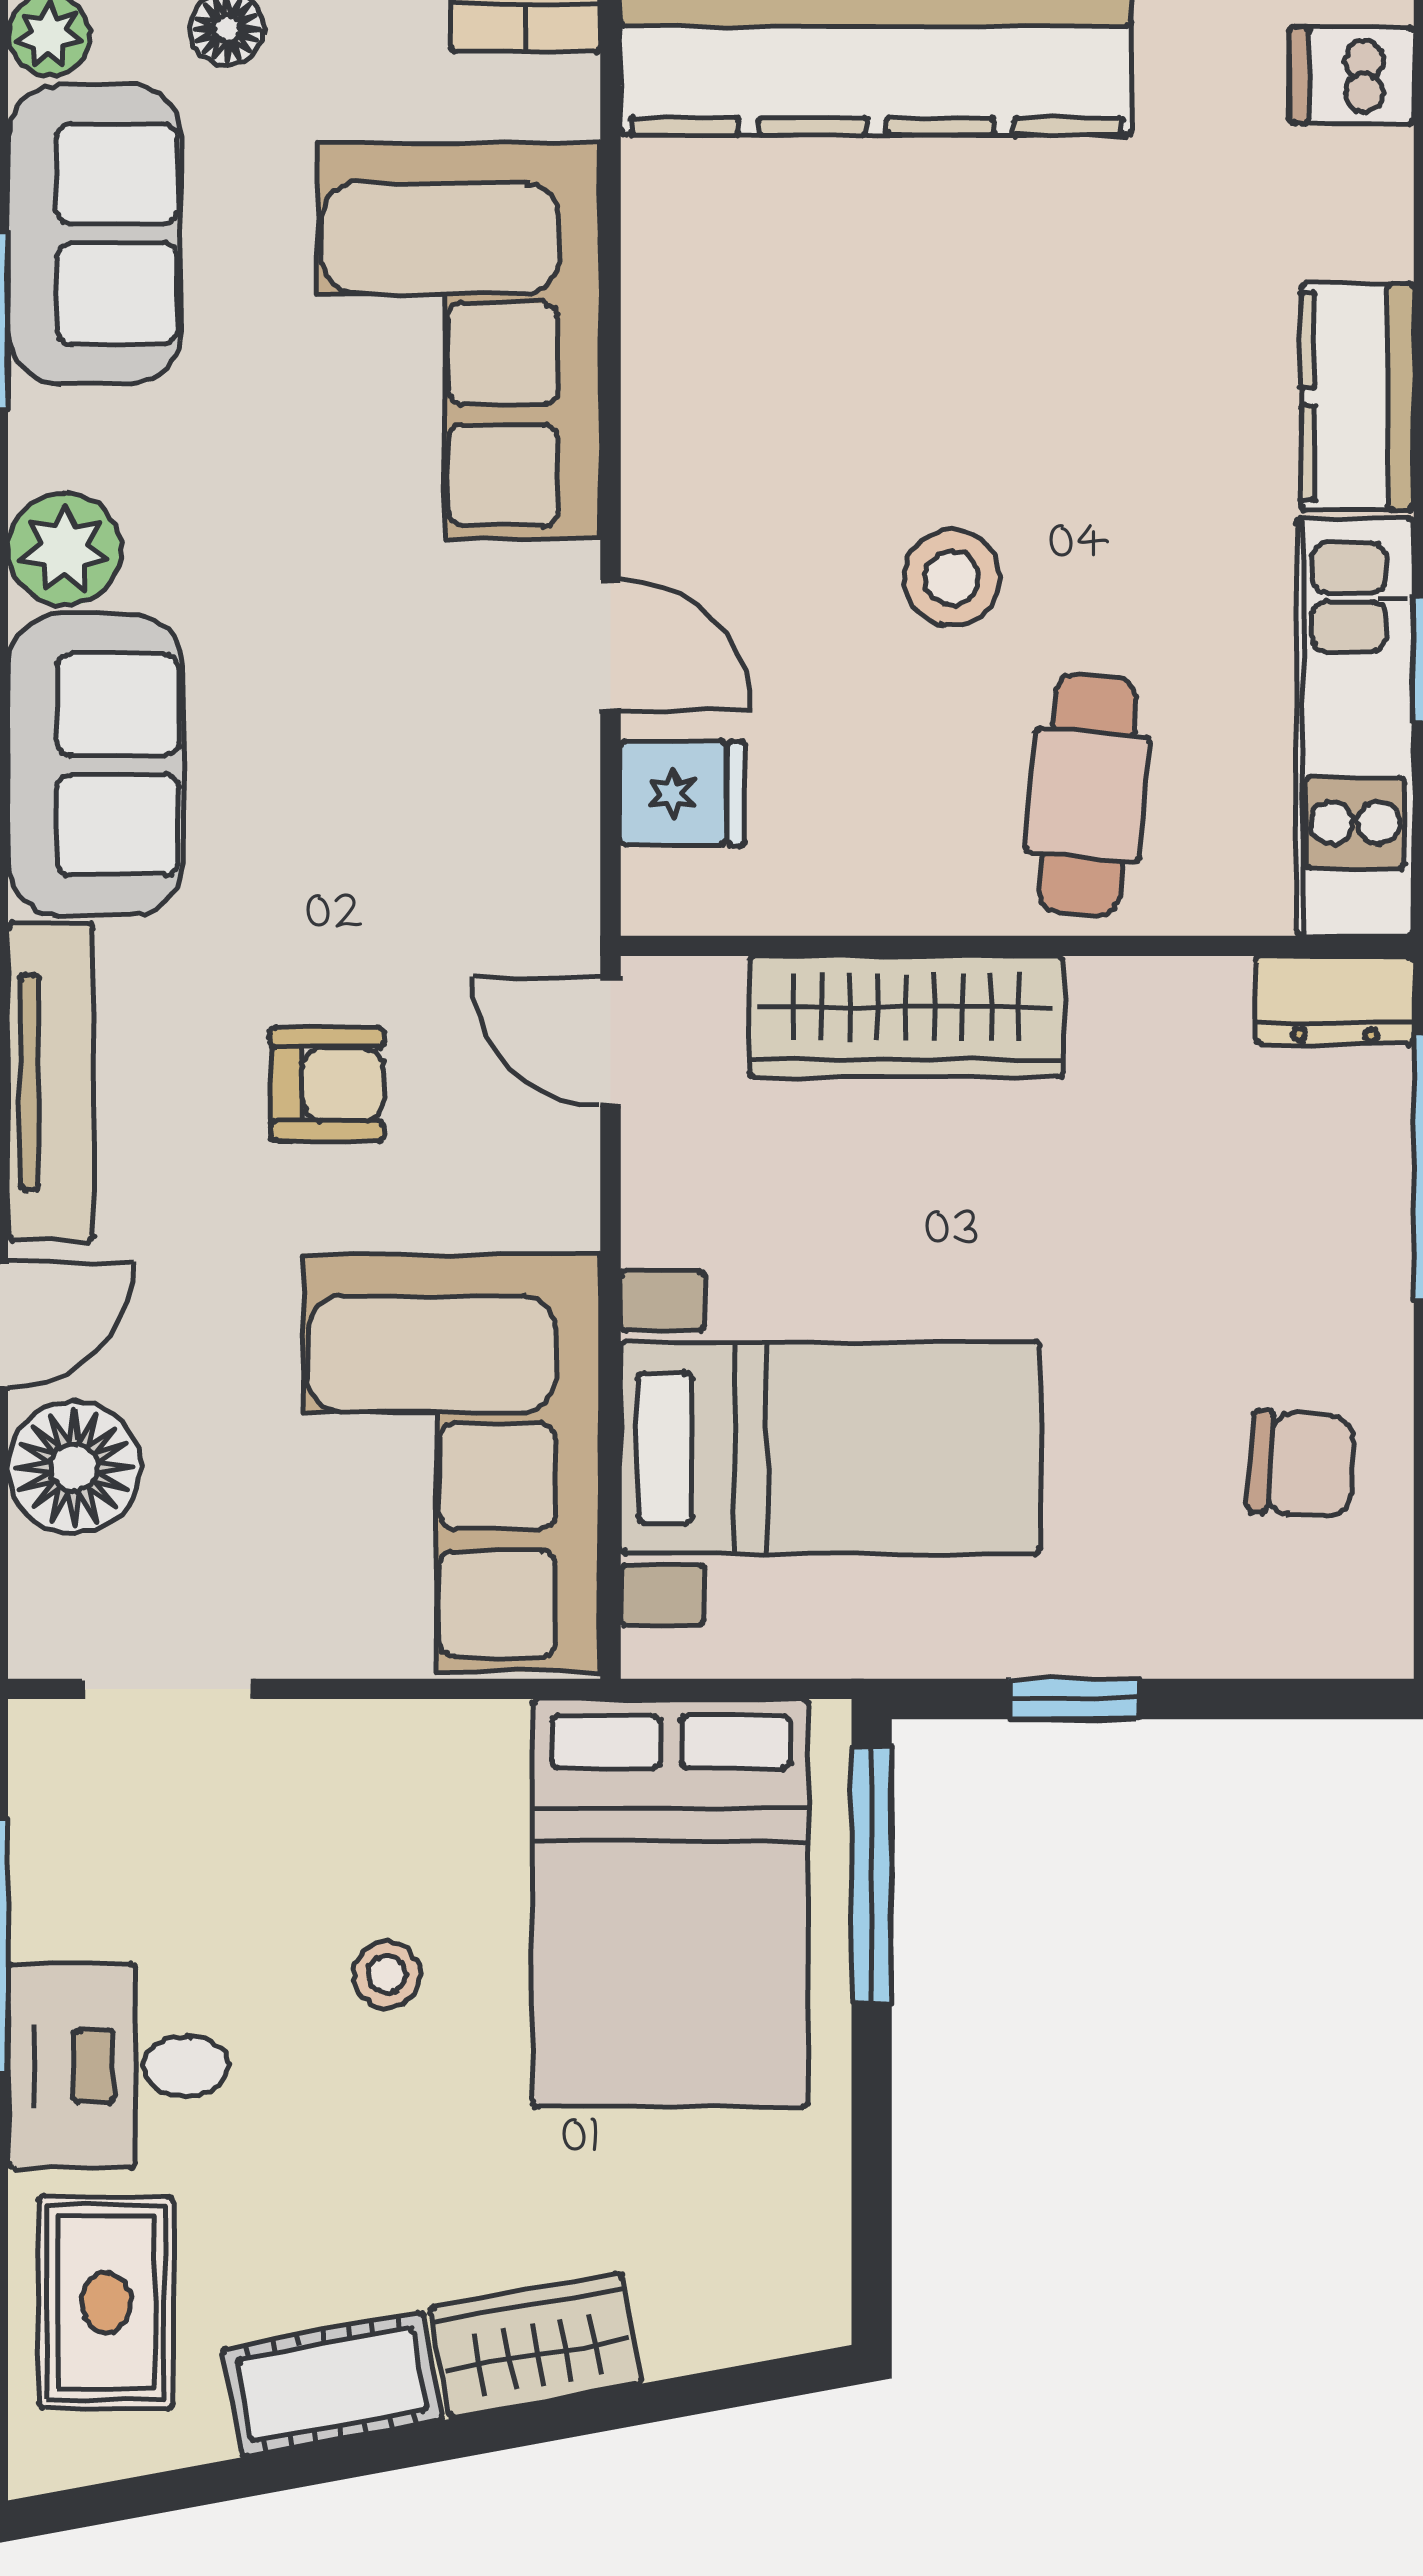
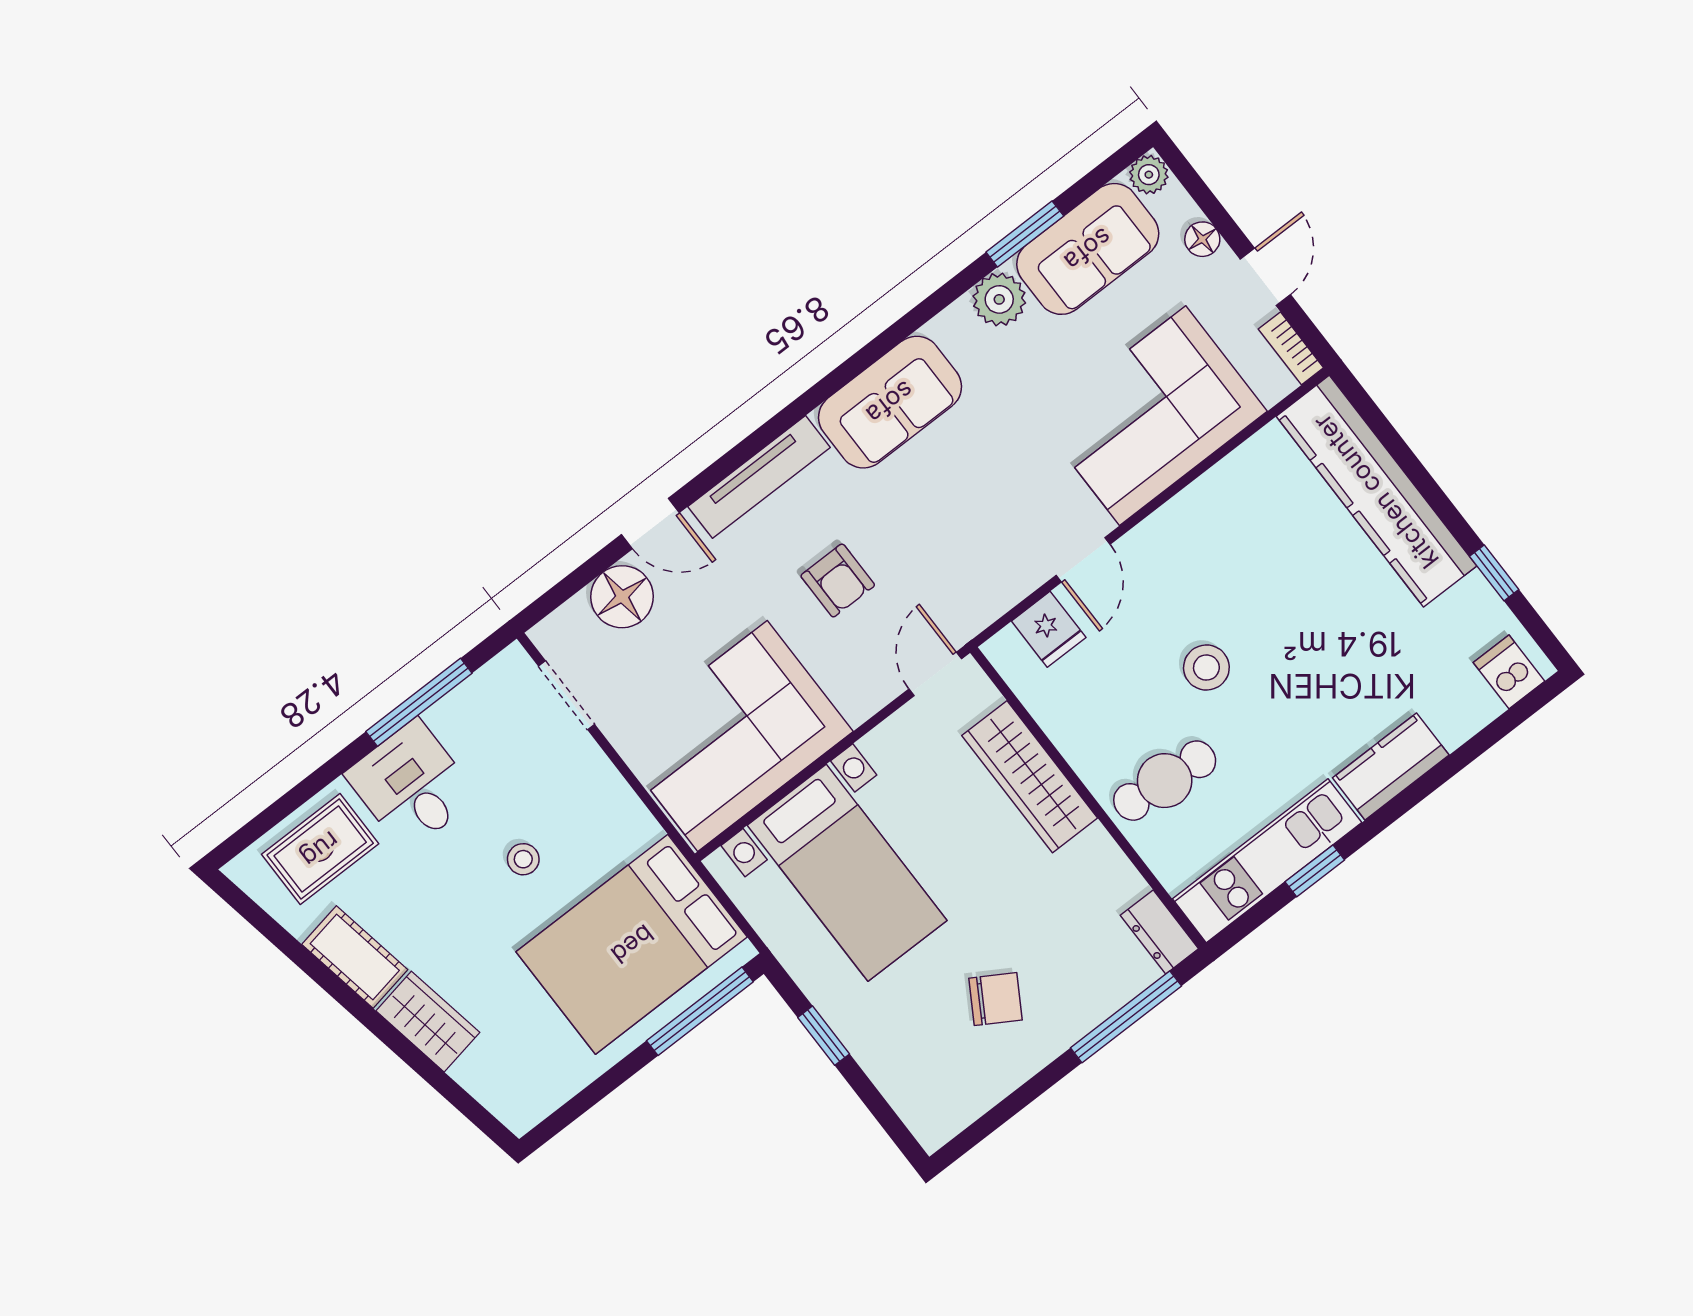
plant: (65, 549) -> (999, 299), moved
chair: (1301, 1464) -> (995, 999), moved, turned -63

